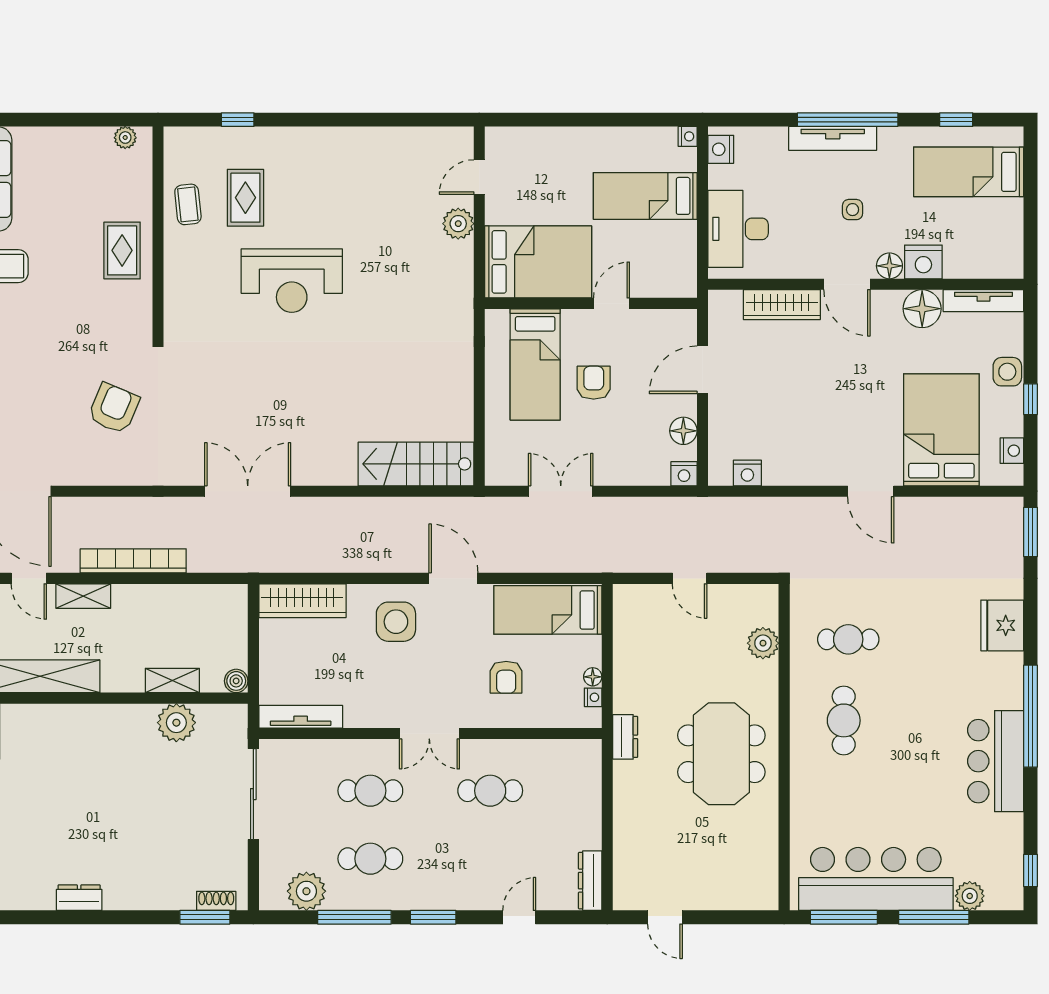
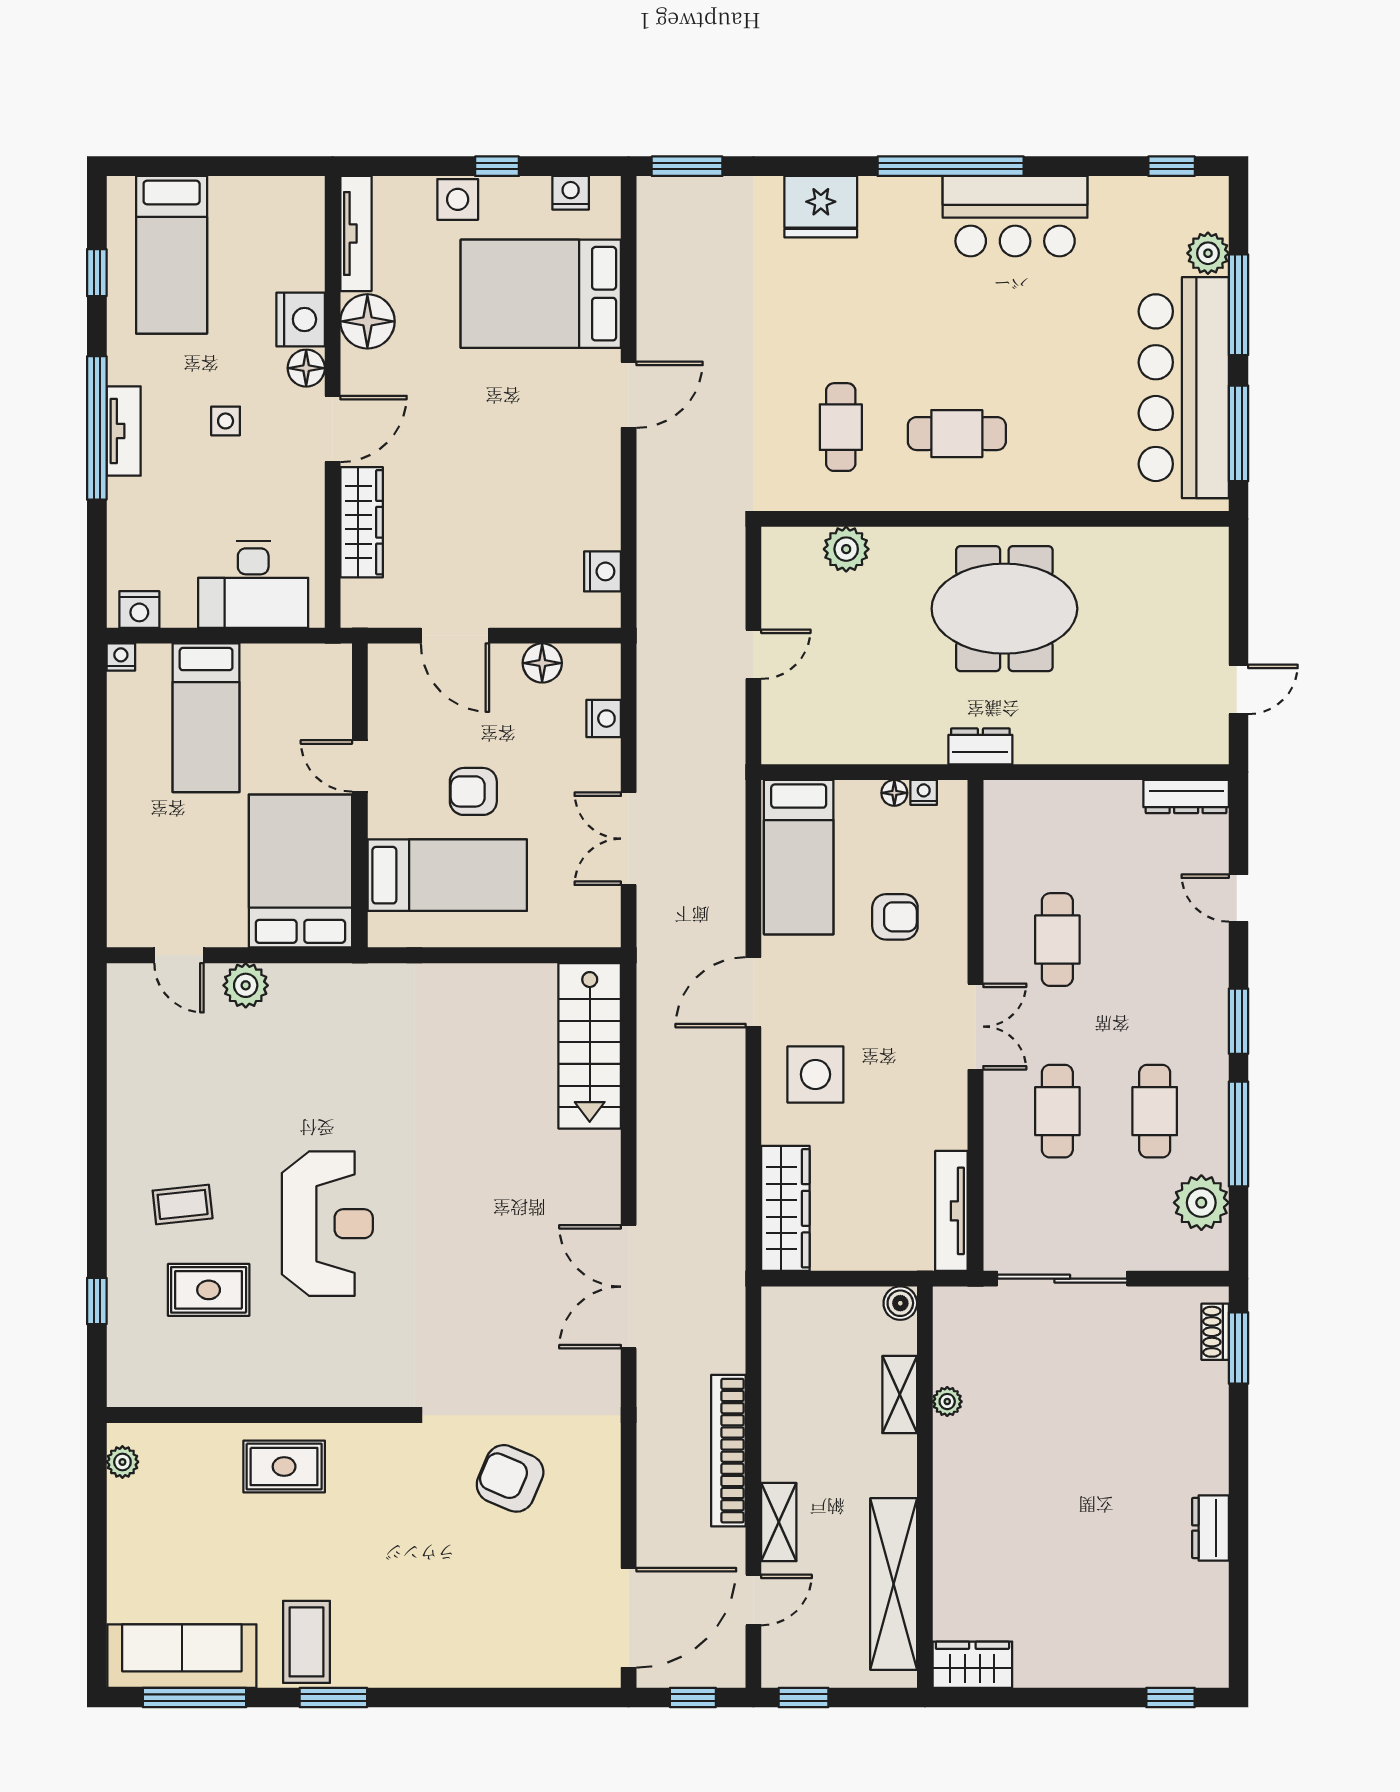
tv unit: (833, 138) -> (124, 431), width x0.71
coffee table: (188, 204) -> (183, 1204), moved
nightstand: (684, 474) -> (604, 719), moved
plant: (176, 723) -> (947, 1402), width x0.53, depth x0.53

